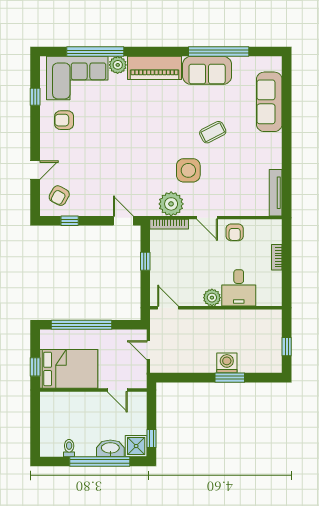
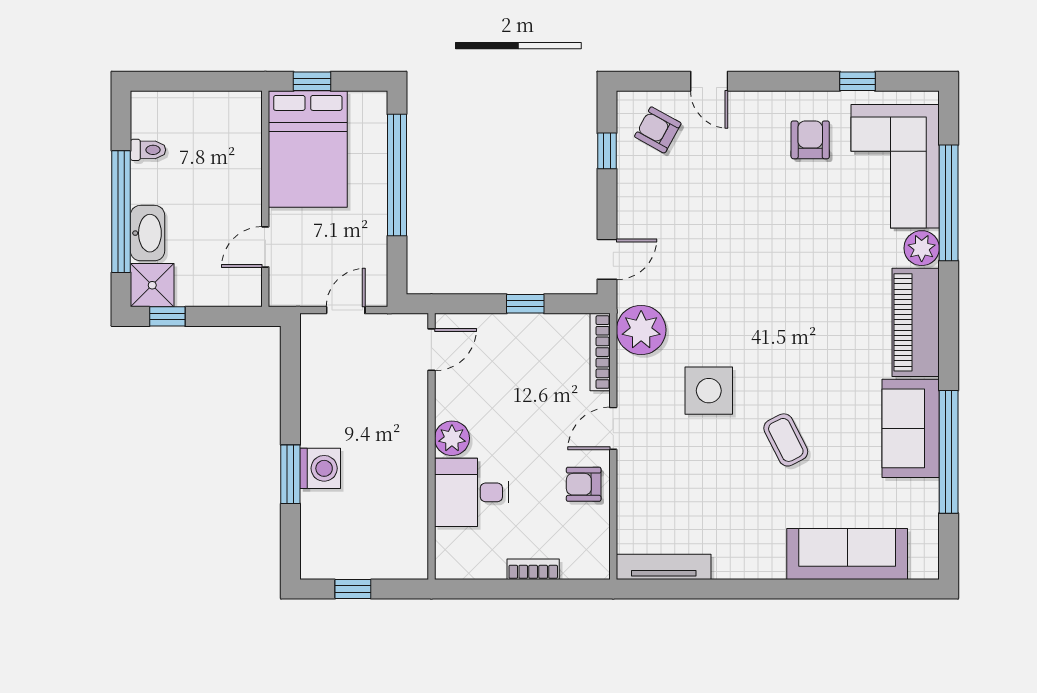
plant: (171, 204) -> (641, 330), moved

